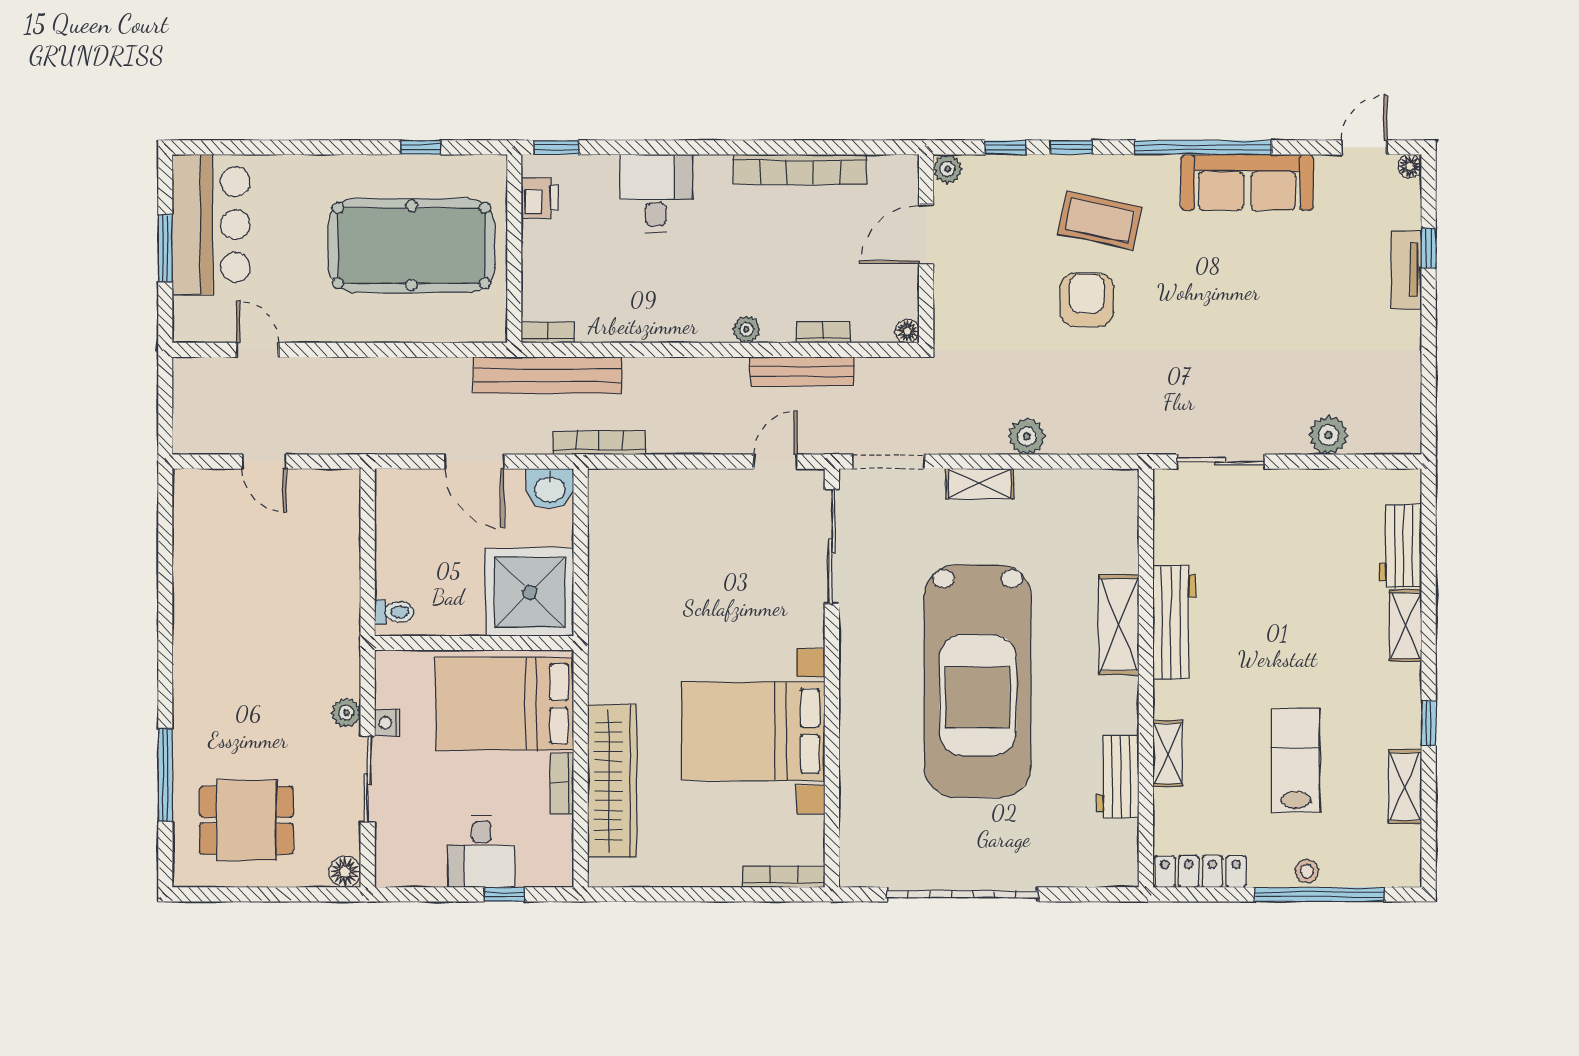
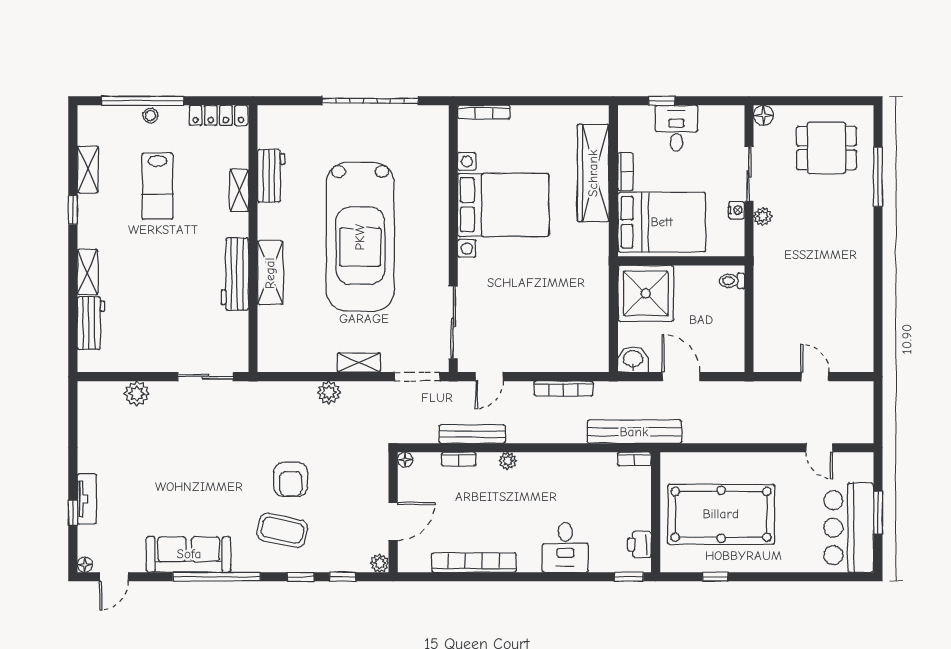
bookcase: (599, 443) -> (563, 389), moved
car: (978, 681) -> (360, 237), turned 180

